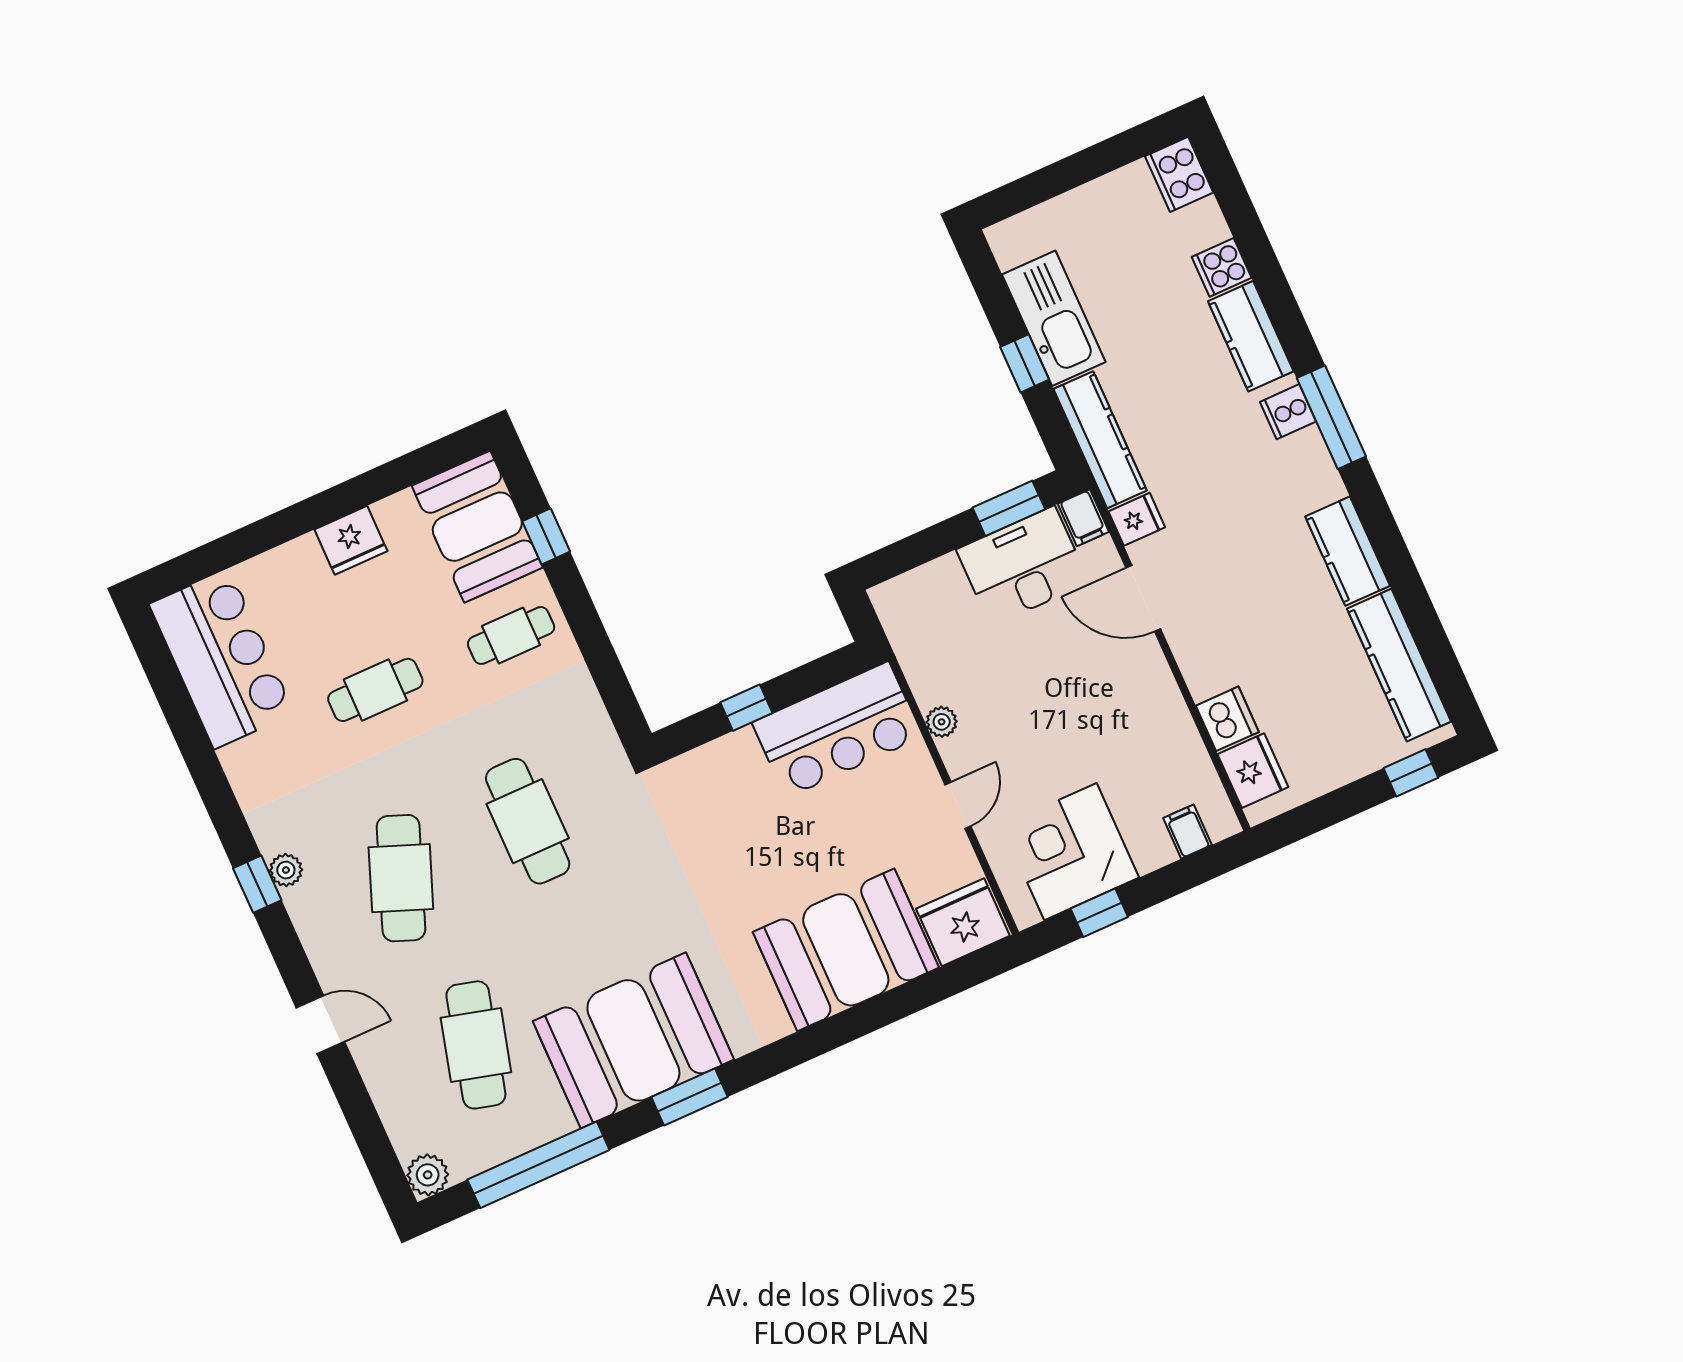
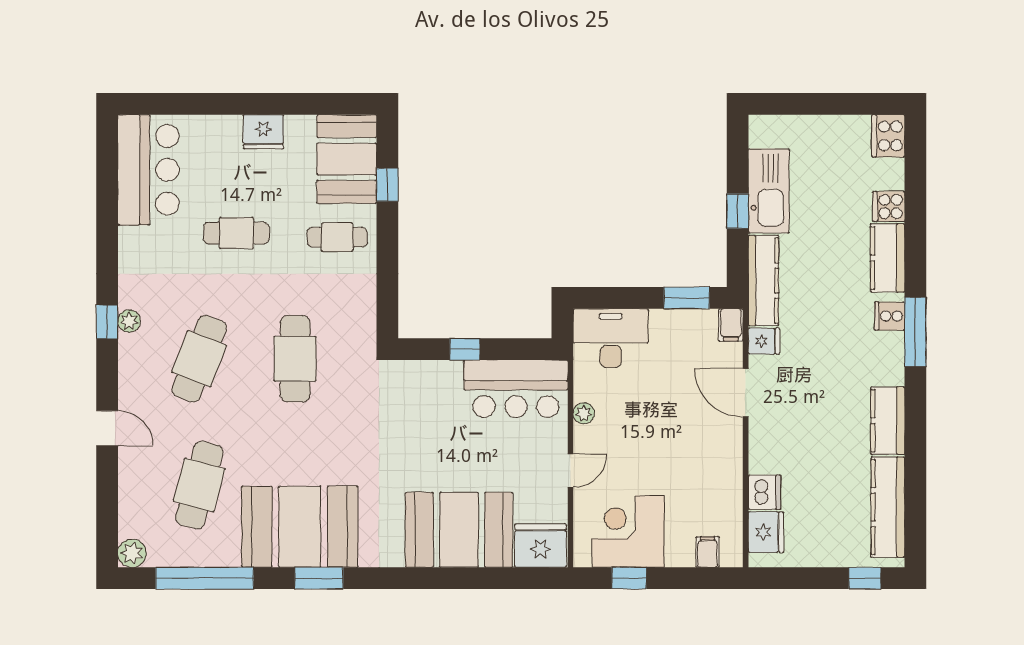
desk: (1023, 566) -> (611, 338), moved

